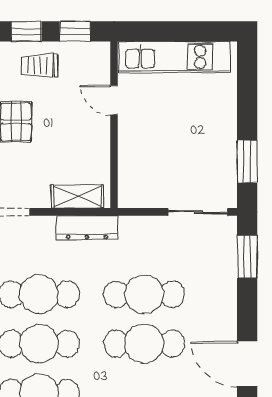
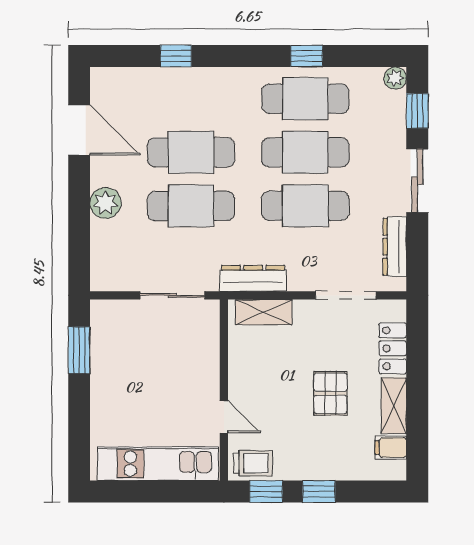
trolley: (40, 65) -> (253, 463), moved
sliding door: (198, 212) -> (172, 295), moved
window: (247, 257) -> (79, 247), removed
plant: (223, 297) -> (105, 203), added

